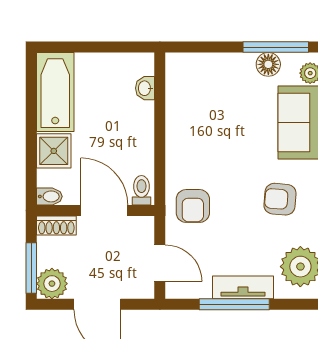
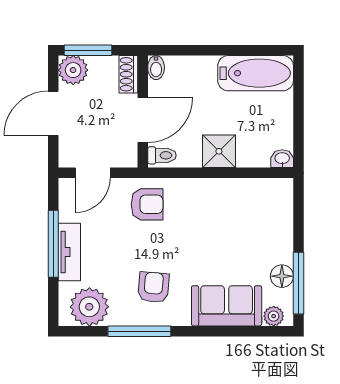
washbasin: (145, 88) -> (282, 159), moved
shower: (54, 151) -> (219, 151), moved
armchair: (193, 206) -> (147, 204), turned 180

